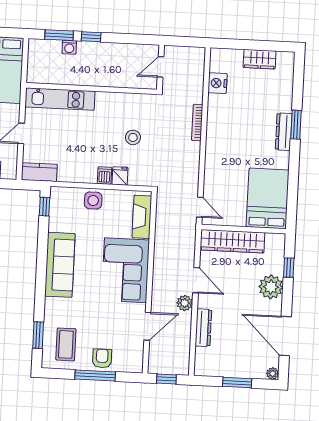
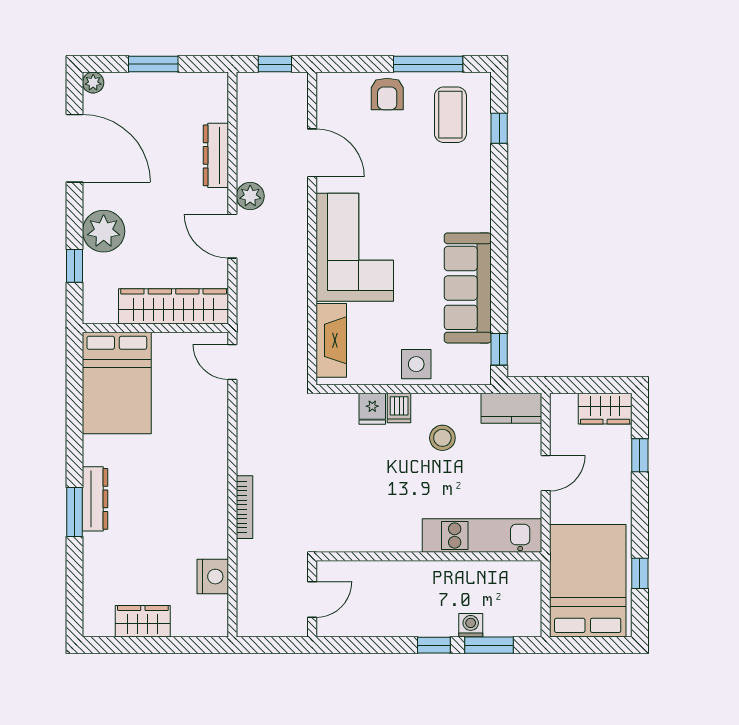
stool: (133, 137) -> (442, 438), moved
sofa: (60, 265) -> (468, 288), moved
door: (147, 326) -> (312, 153), swing flipped
window: (38, 335) -> (499, 128), width x0.67
window: (95, 375) -> (428, 64), moved

